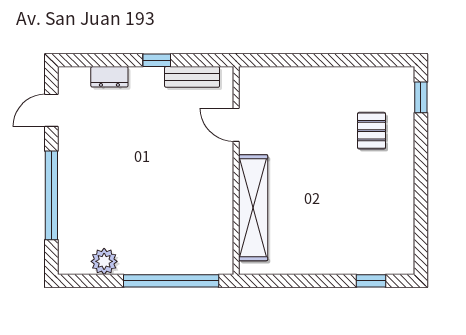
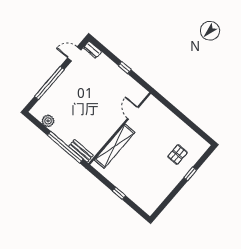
dresser: (109, 77) -> (92, 50), moved
bench: (192, 77) -> (81, 151), moved
window: (421, 97) -> (190, 174), moved
window: (371, 281) -> (119, 193), moved

